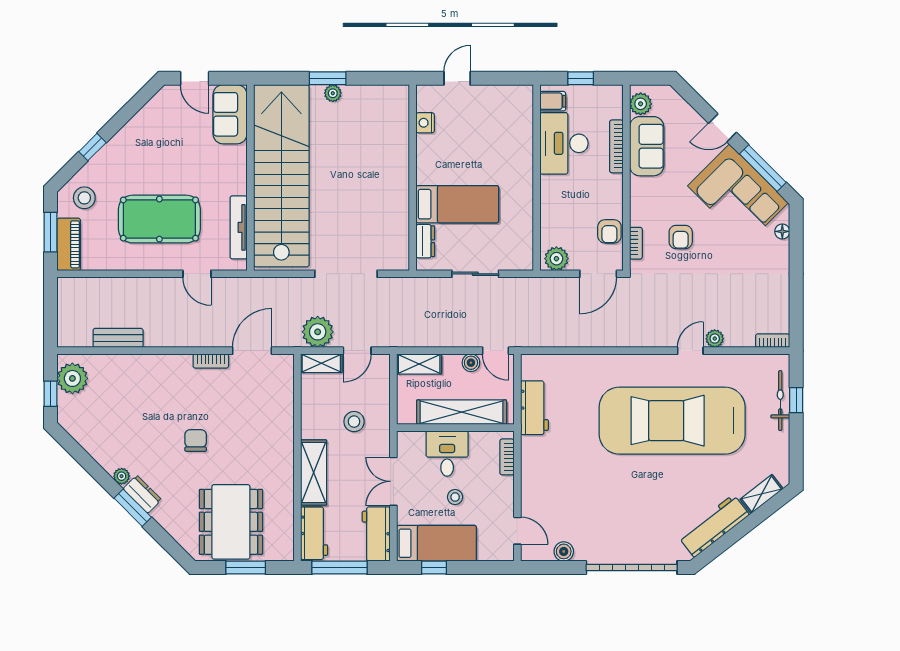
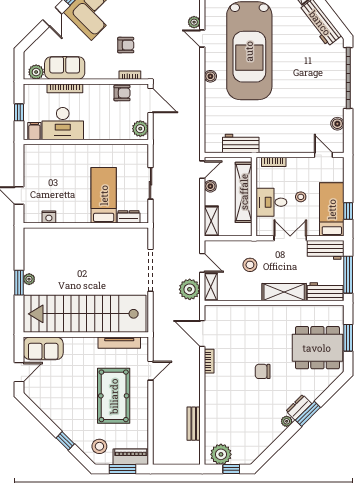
boiler: (634, 363) -> (210, 76), added
double door: (393, 481) -> (290, 238), swing flipped
door: (517, 531) -> (323, 155), hinge flipped

